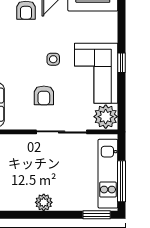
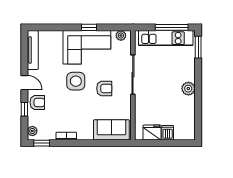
side table: (53, 59) -> (76, 81), width x1.87, depth x1.87
window: (121, 63) -> (89, 27), moved
plant: (106, 117) -> (121, 36), width x0.53, depth x0.53

